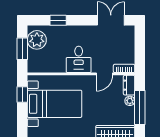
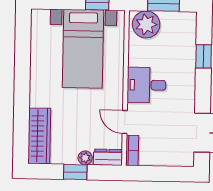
plant: (37, 40) -> (146, 24), moved
window: (140, 108) -> (75, 172), width x0.46

